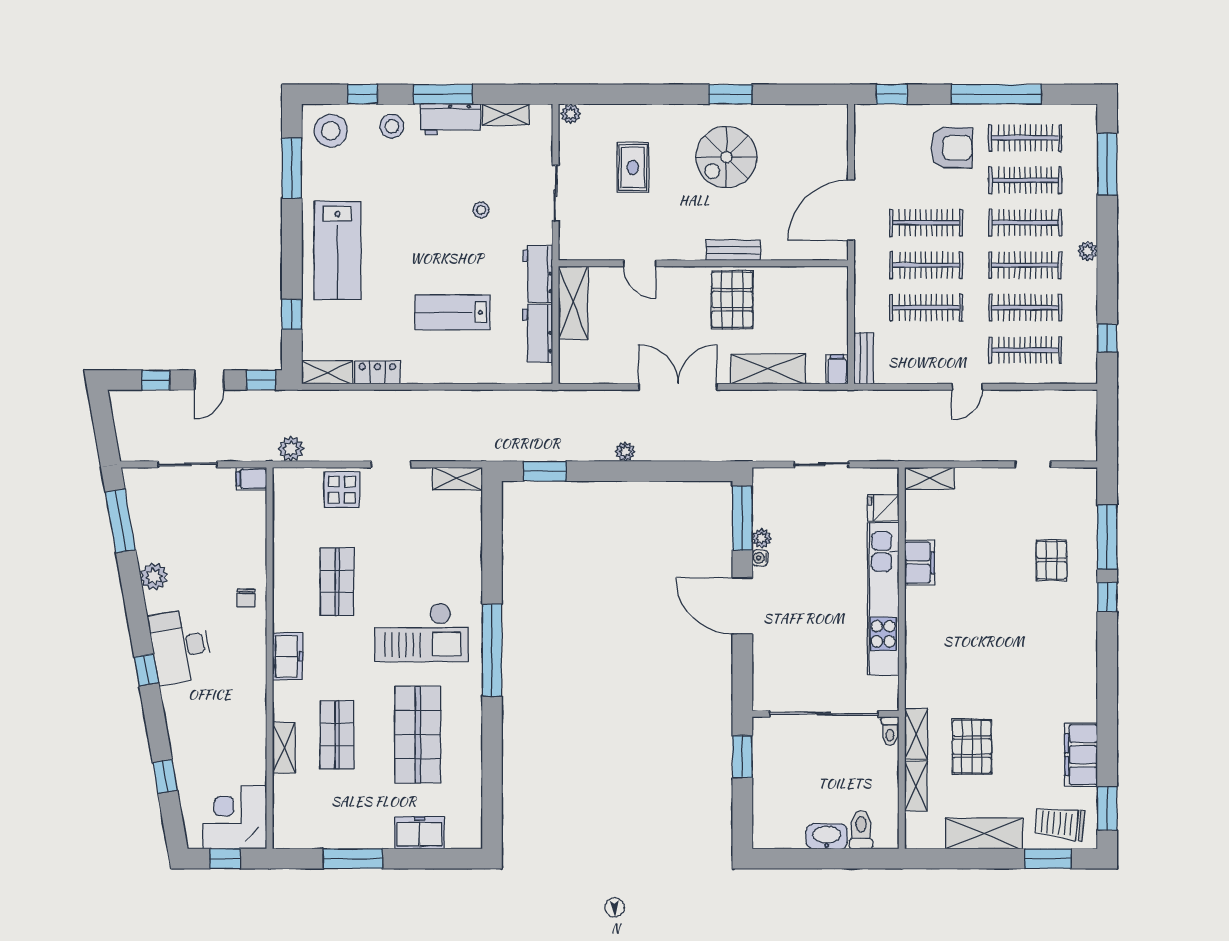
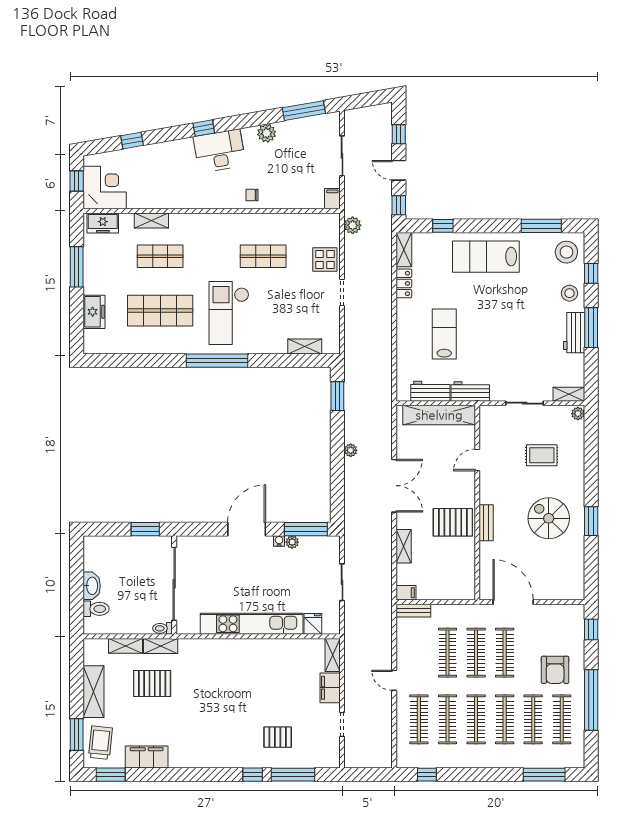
shelving: (506, 114) -> (569, 394), moved, turned 90
stool: (481, 210) -> (513, 353), removed
plant: (1088, 251) -> (486, 761), removed
shelving: (573, 303) -> (439, 415), width x1.47
shelving: (768, 369) -> (404, 546), width x0.67, depth x0.75
shelving: (457, 479) -> (305, 346), moved, turned 90
filing cabinet: (920, 562) -> (330, 688), moved, turned 90
freezer: (288, 656) -> (103, 223), moved

